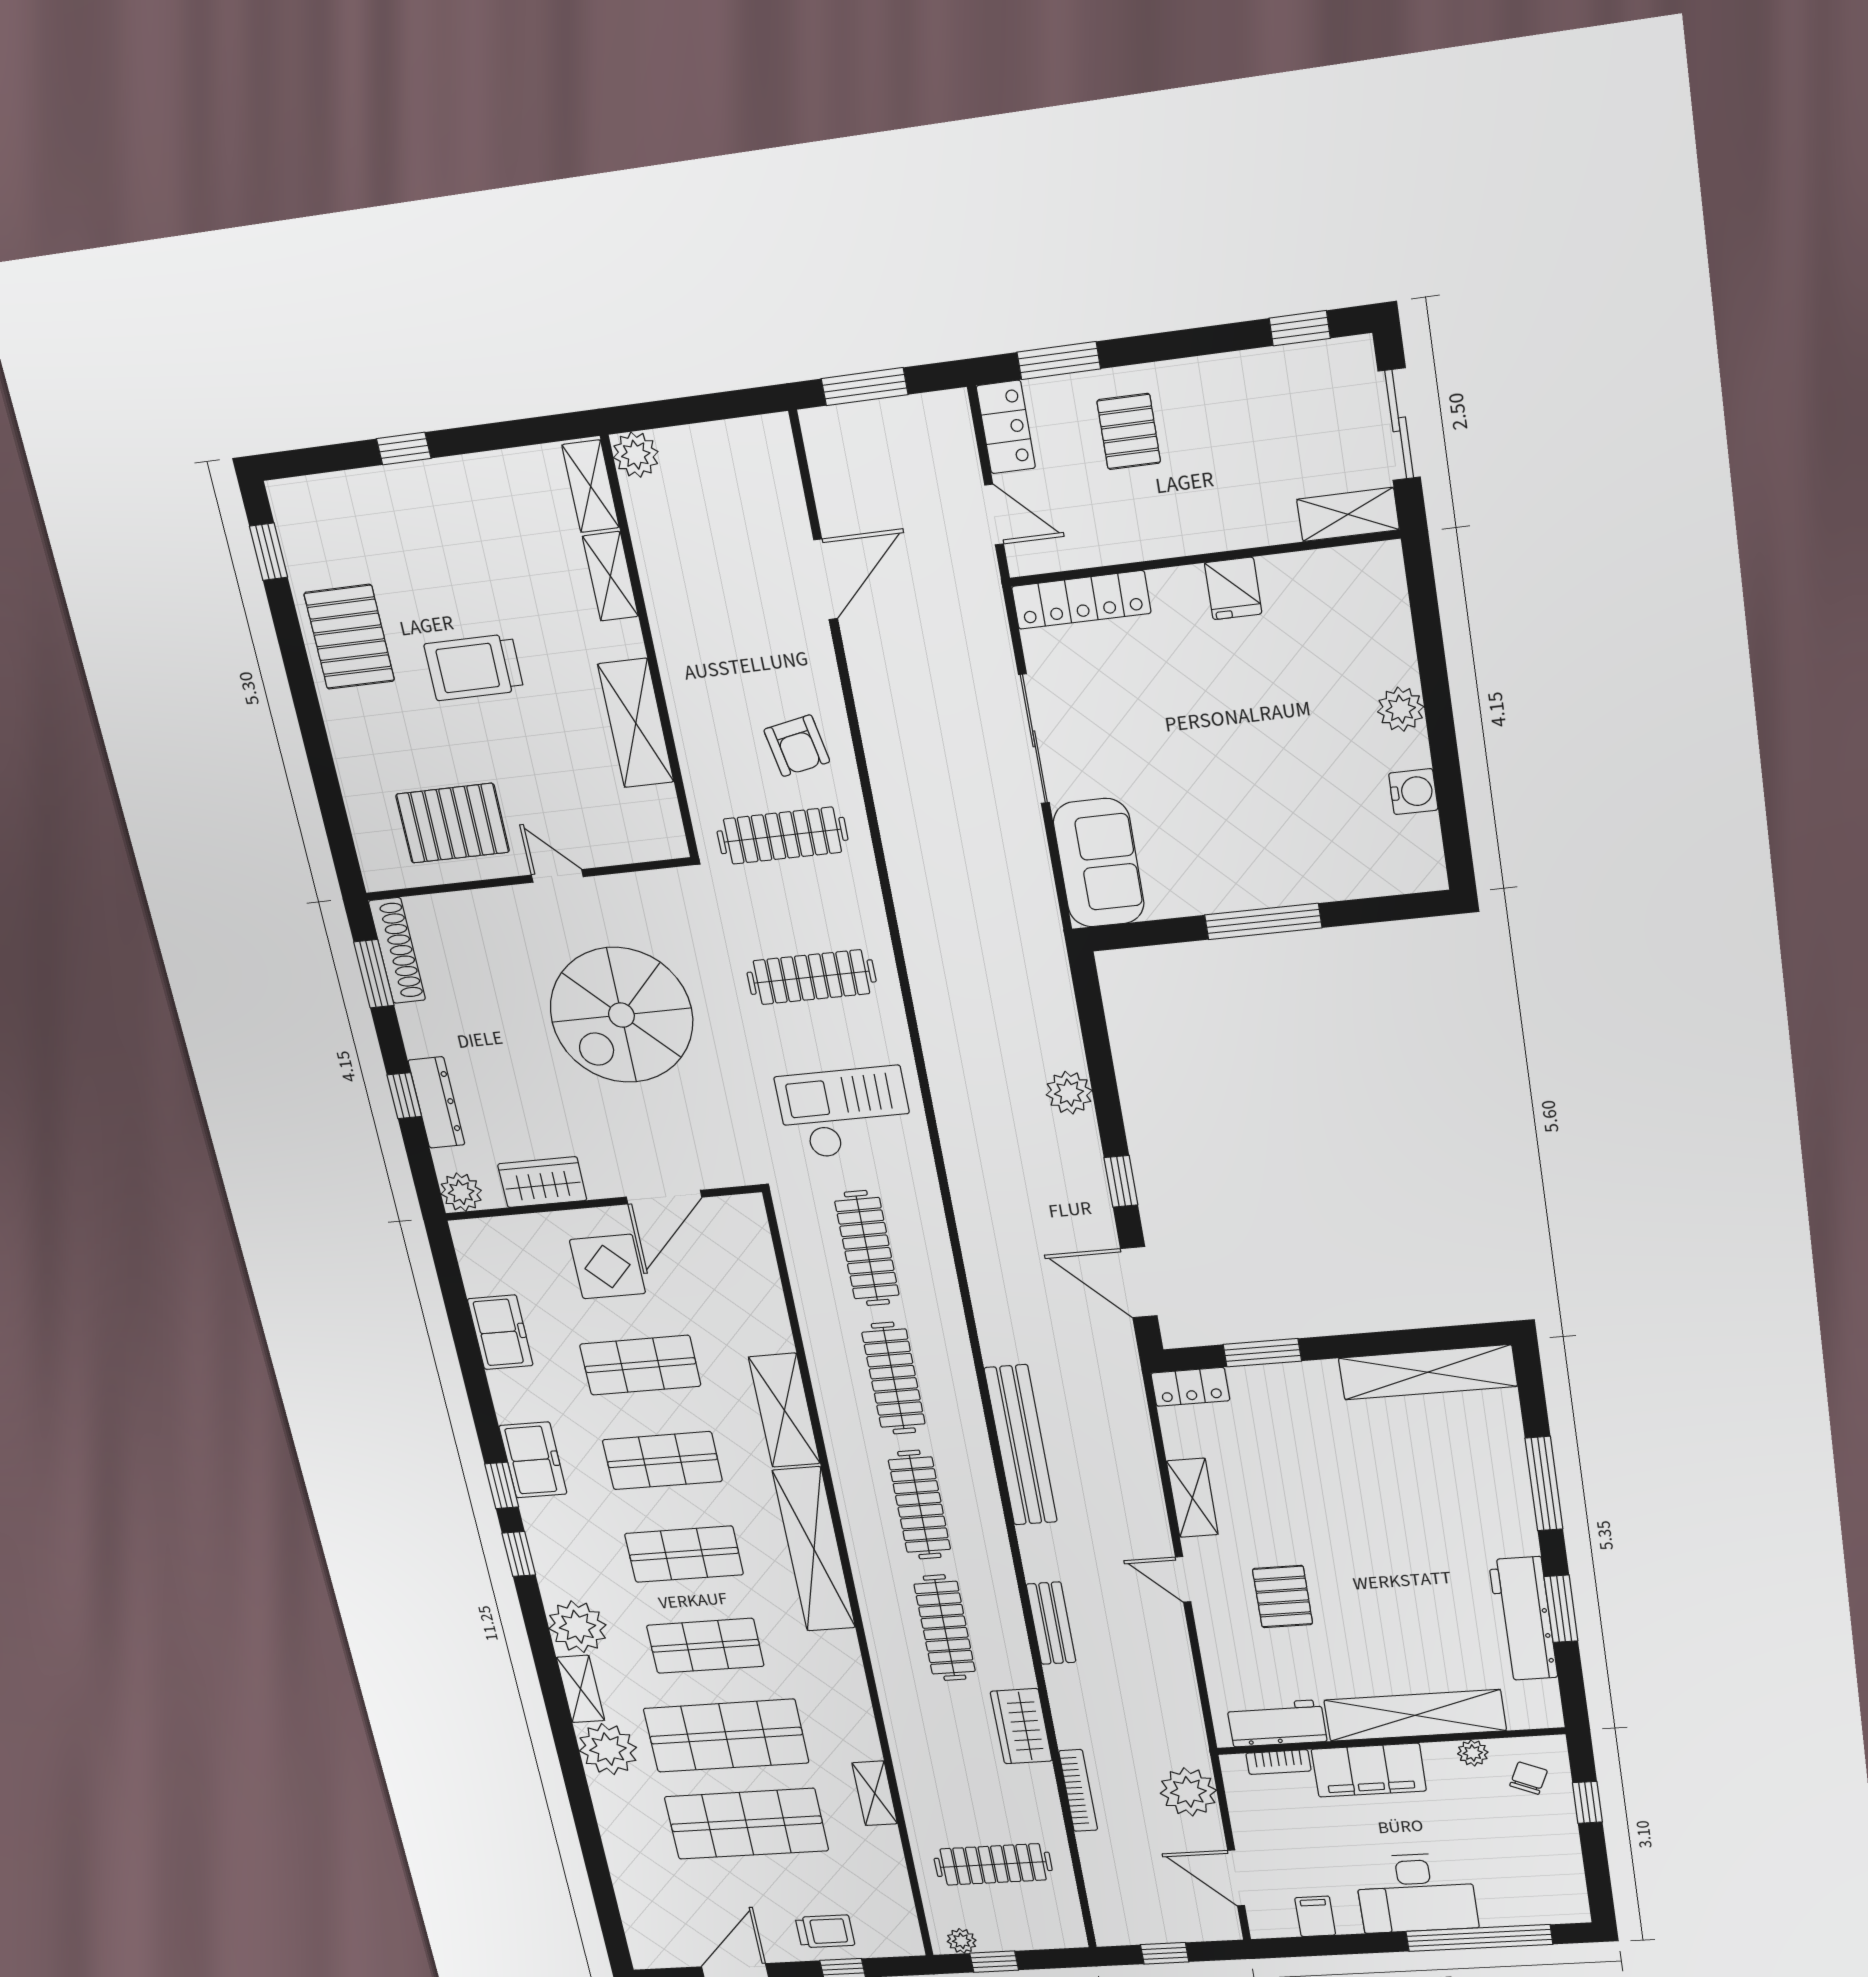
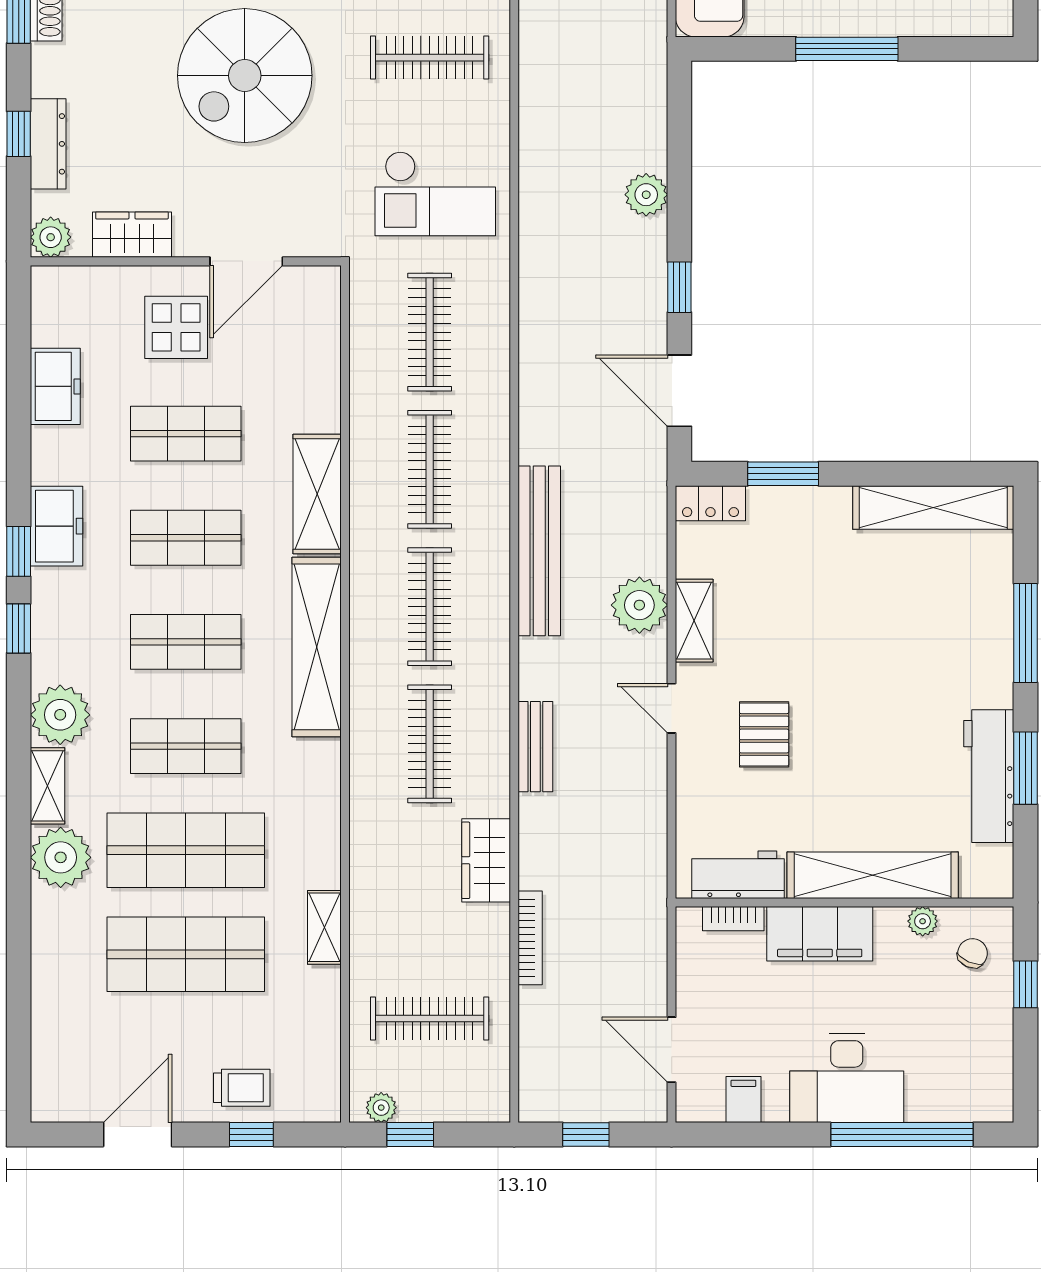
checkout: (845, 1113) -> (435, 194), turned 180
plant: (1188, 1792) -> (639, 605), moved

